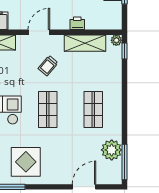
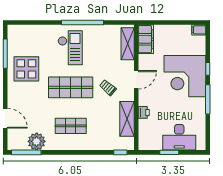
door: (39, 32) -> (136, 80), hinge flipped
plant: (116, 40) -> (129, 146), removed
shop shelf: (48, 110) -> (71, 87), width x1.43, depth x1.36

